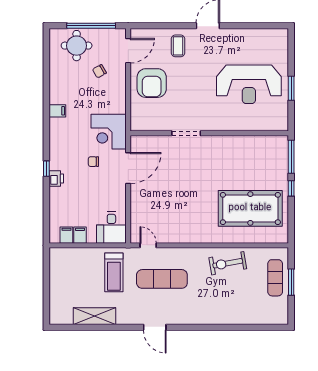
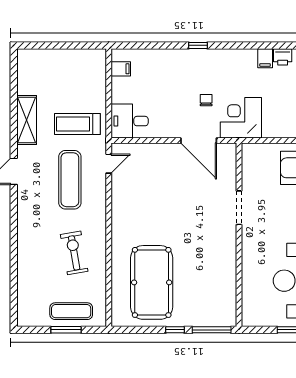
printer: (56, 179) -> (283, 57), moved
filing cabinet: (80, 235) -> (121, 85), removed
exercise bike: (228, 263) -> (74, 253), moved
shelving: (94, 316) -> (27, 120), moved

